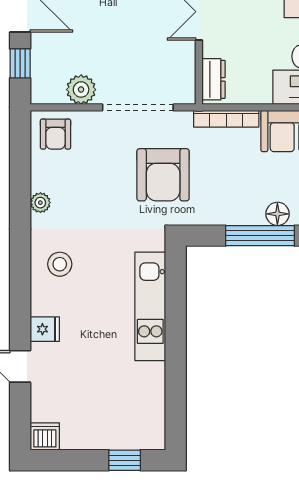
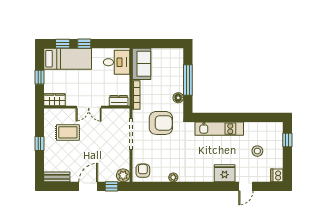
plant: (81, 90) -> (123, 175), moved
armchair: (56, 134) -> (143, 171), turned -90
floor lamp: (277, 214) -> (178, 98), moved
stool: (60, 264) -> (257, 151), moved
fridge: (45, 329) -> (225, 173), width x1.88, depth x1.34

